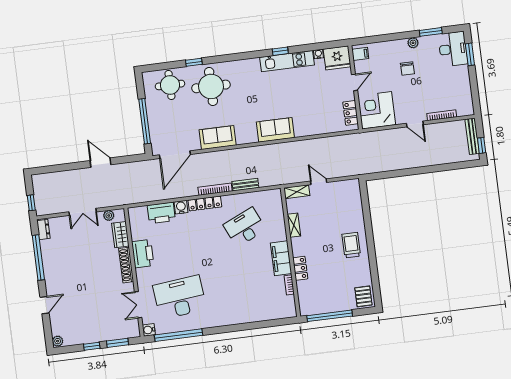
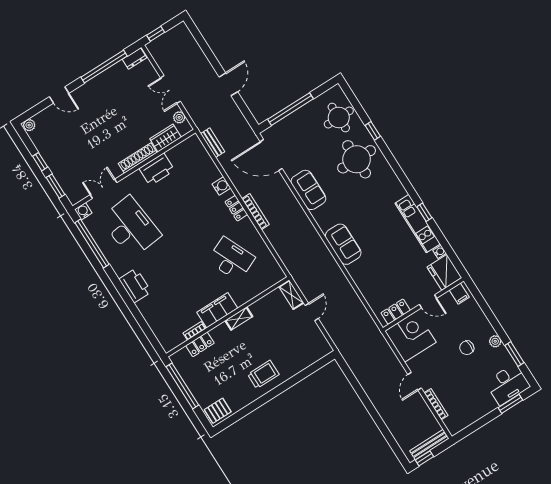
bench: (245, 185) -> (213, 143), moved
locker: (205, 203) -> (236, 208), width x0.66
printer: (161, 213) -> (135, 285), moved, turned 180
shelving: (294, 225) -> (239, 319), moved
locker: (300, 268) -> (200, 344), moved

